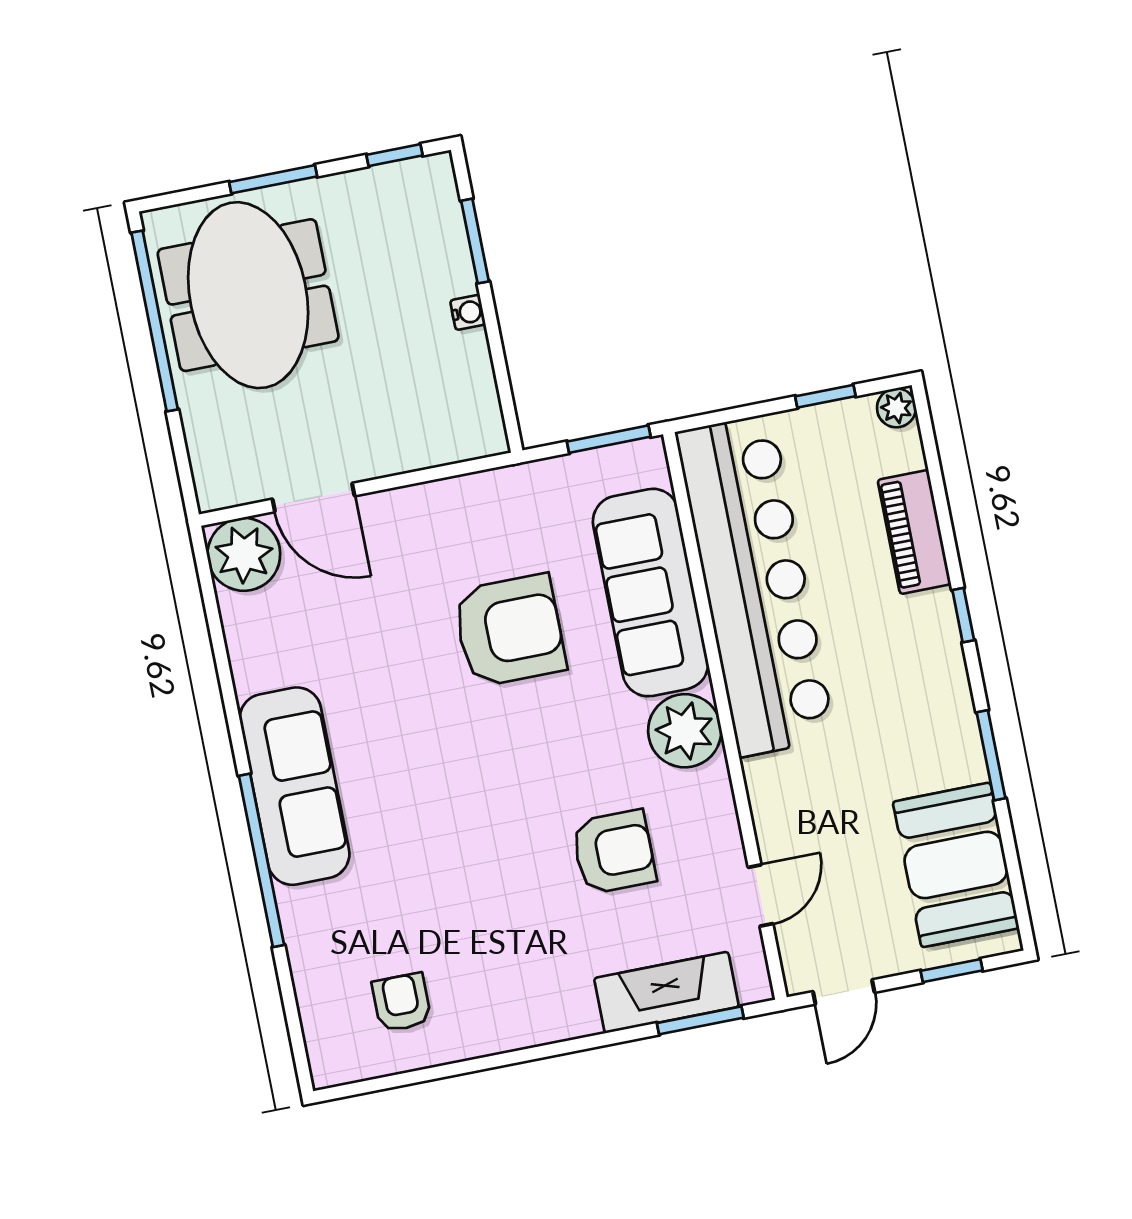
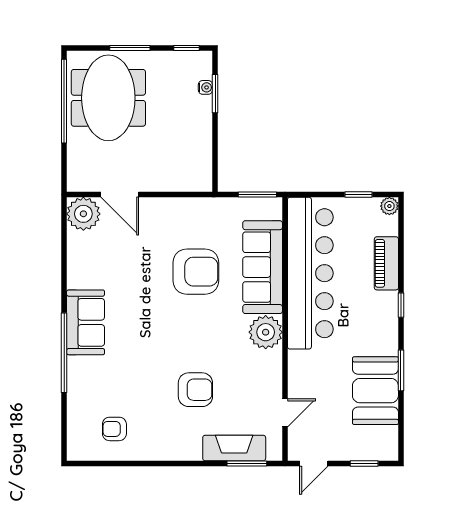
water cooler: (468, 312) -> (205, 87), moved
sofa: (295, 786) -> (86, 322), width x0.73
armchair: (614, 852) -> (195, 390), moved
booth: (956, 865) -> (375, 391), moved
armchair: (402, 1002) -> (114, 429), turned -90

